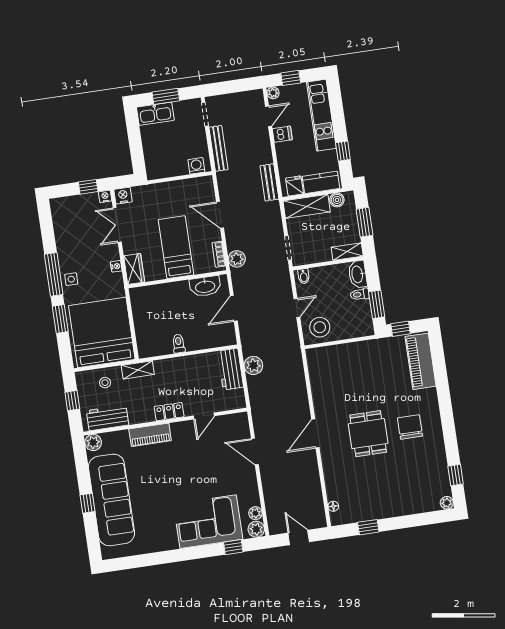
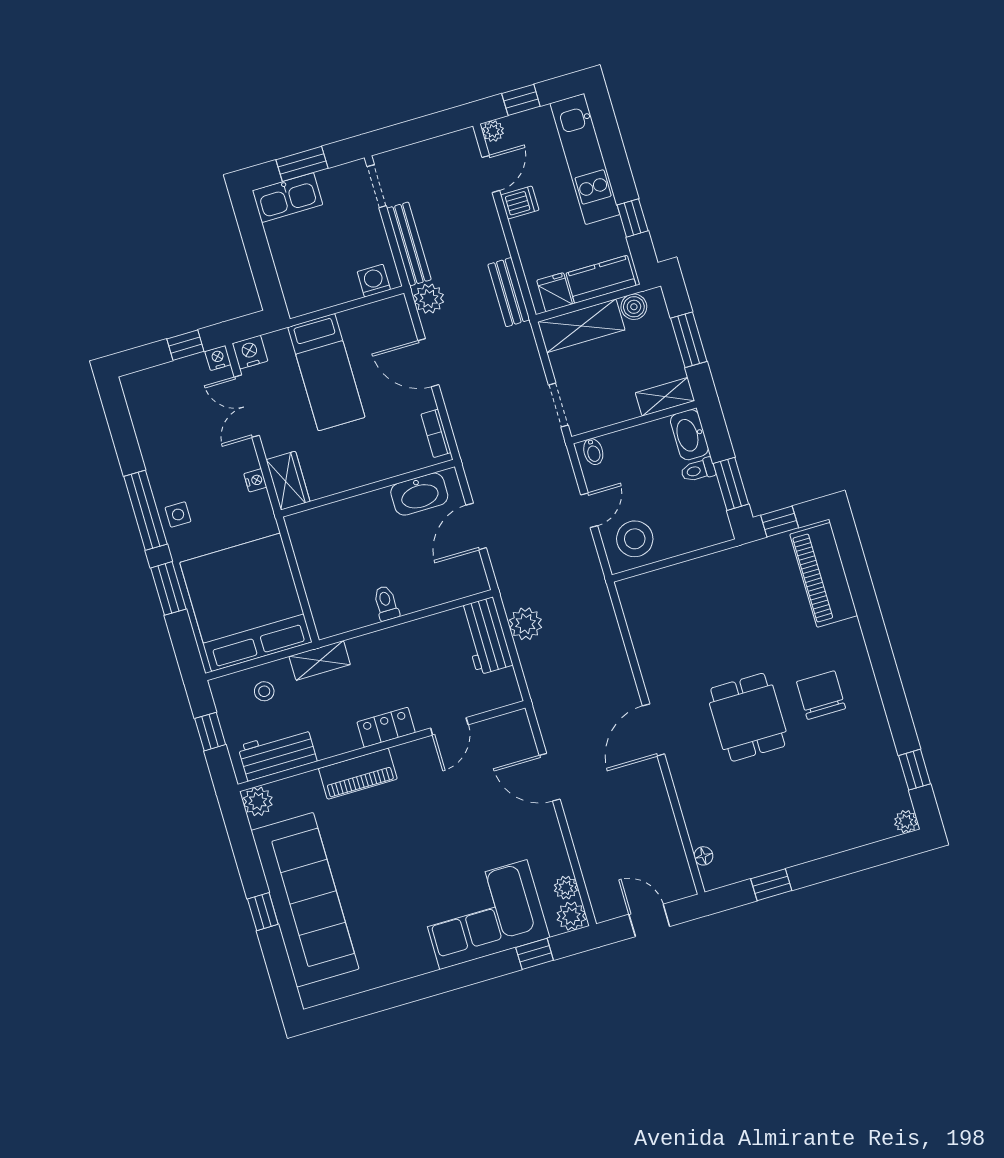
bed: (176, 247) -> (326, 372), moved, turned 180
plant: (237, 259) -> (429, 299), moved

